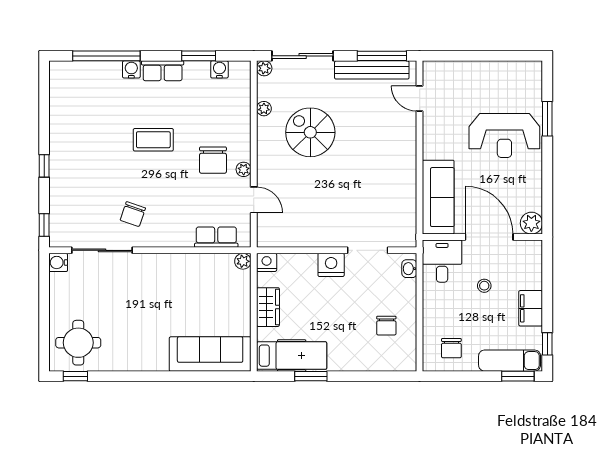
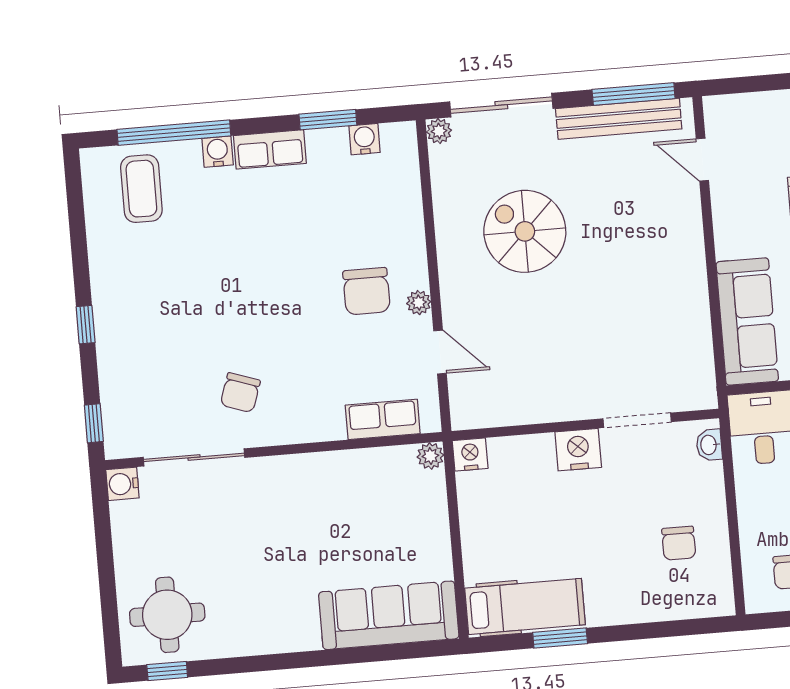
plant: (264, 109) -> (444, 198), removed
coffee table: (153, 140) -> (141, 189), moved, turned 90
wardrobe: (268, 307) -> (479, 529), removed

